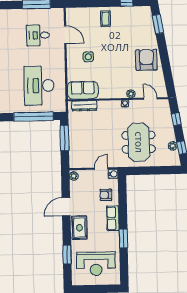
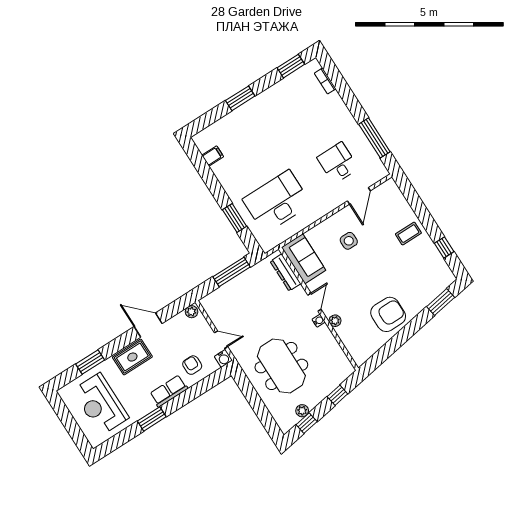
door: (150, 98) -> (314, 302), moved
window: (33, 117) -> (235, 218), width x0.47
meeting table: (139, 142) -> (281, 366), turned 90

